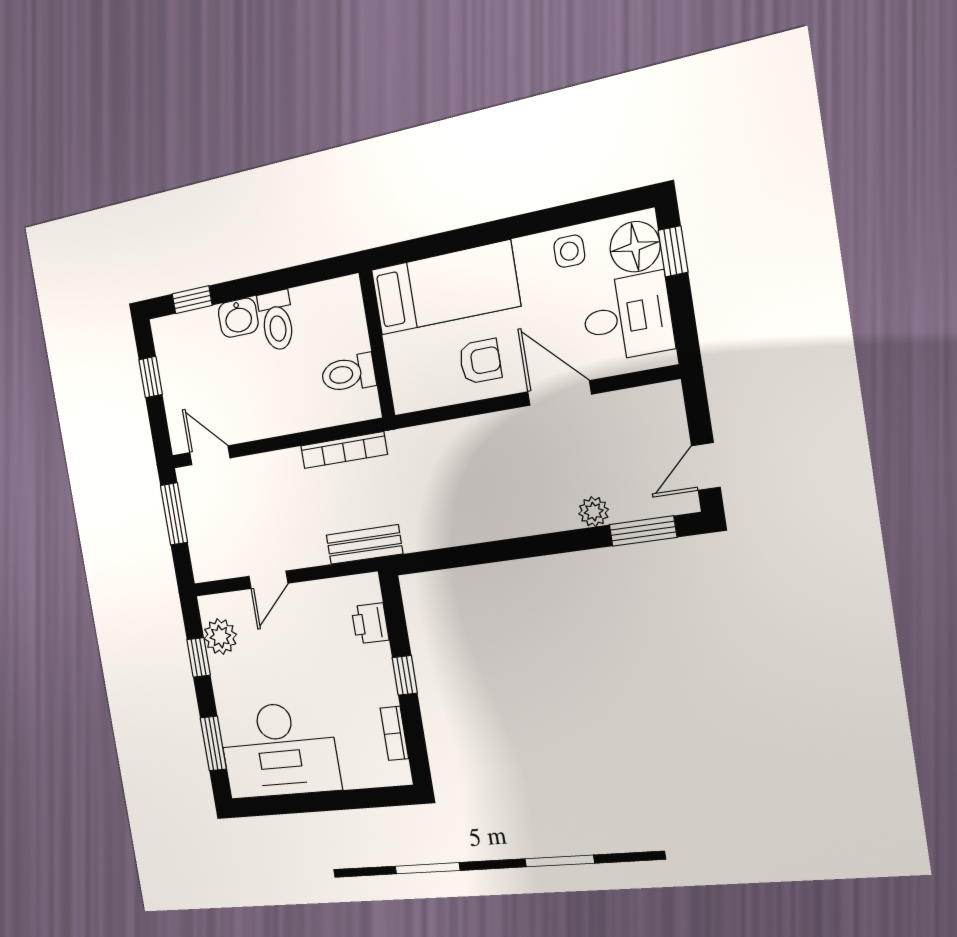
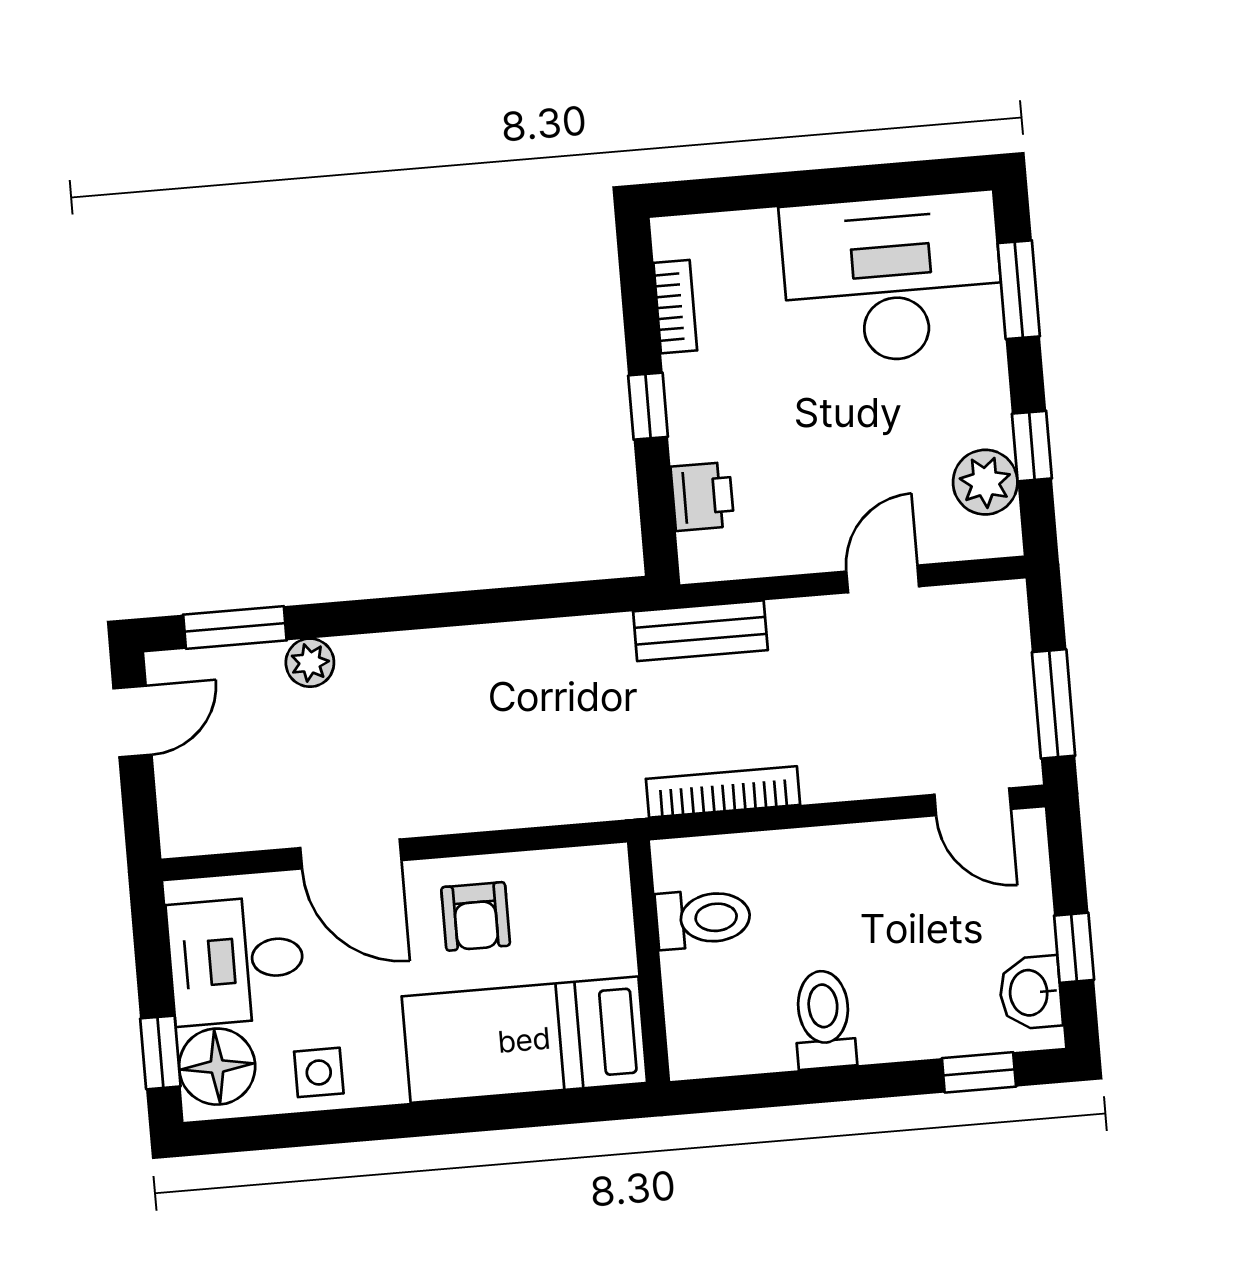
washbasin: (238, 318) -> (1030, 993), moved, turned -90
armchair: (480, 361) -> (476, 916), turned -90

